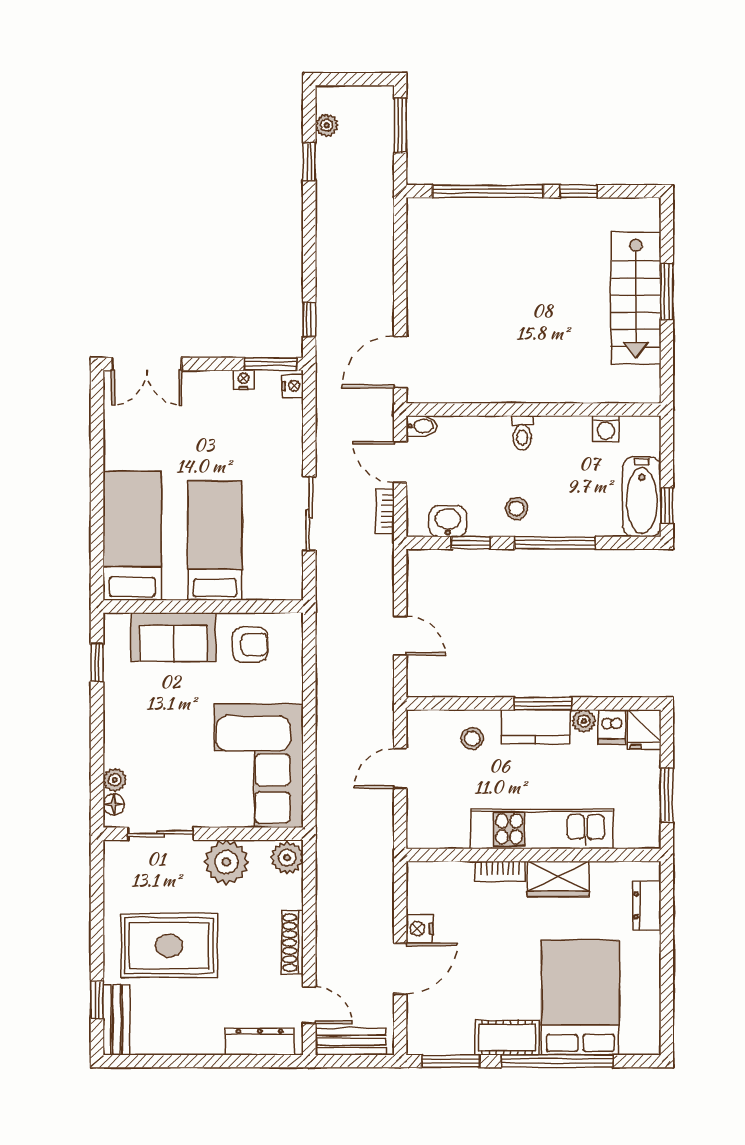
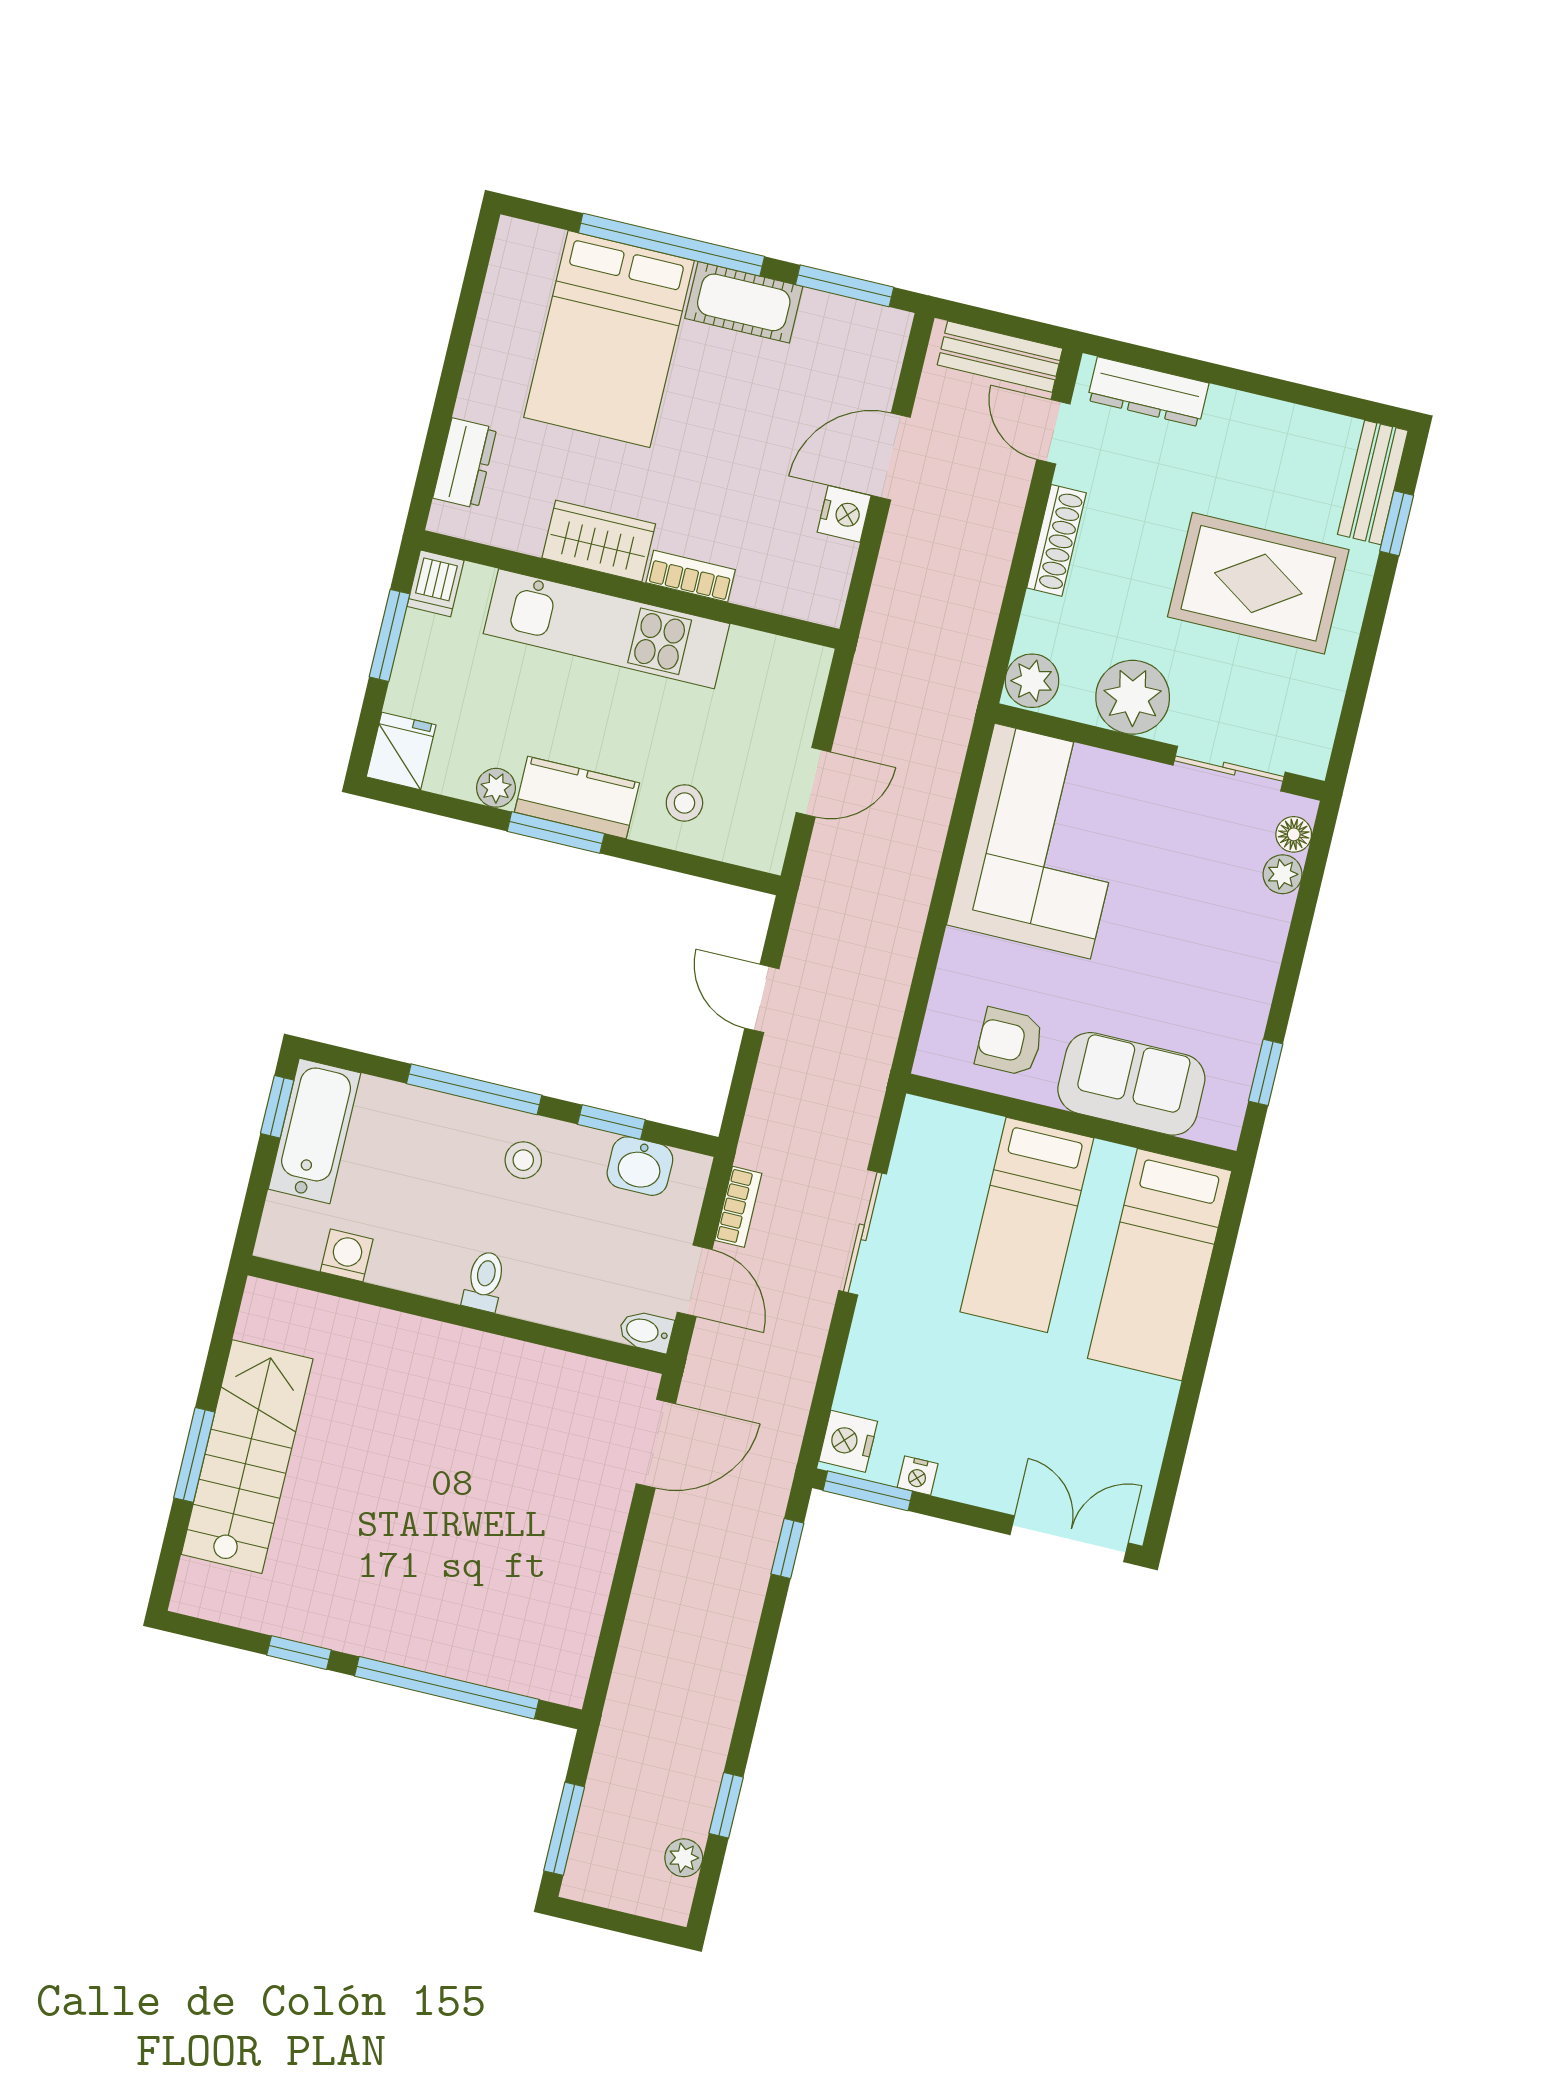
nightstand: (292, 386) -> (848, 1441), width x1.39, depth x1.35
dishwasher: (611, 727) -> (436, 583), moved, turned 180

